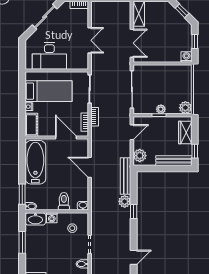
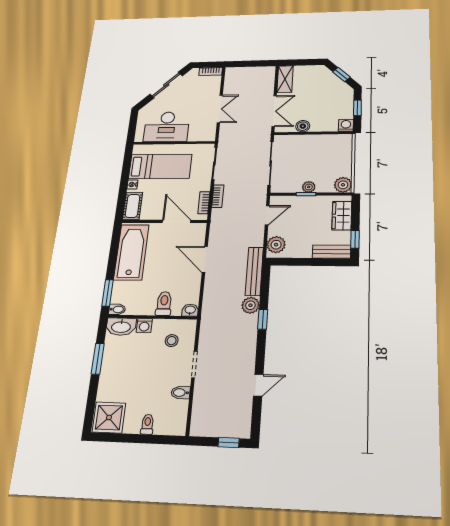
boiler: (154, 57) -> (303, 126), added
bench: (174, 161) -> (331, 252), width x0.73

